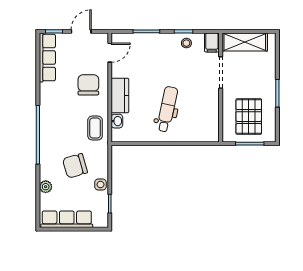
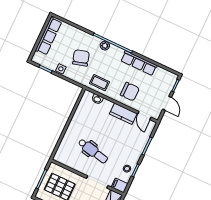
row of seats: (47, 58) -> (139, 63), moved
kitchen counter: (120, 95) -> (123, 114), moved
dental chair: (167, 109) -> (93, 151), moved
plant: (46, 187) -> (105, 46), moved

